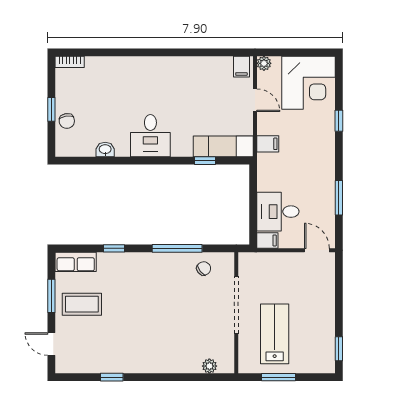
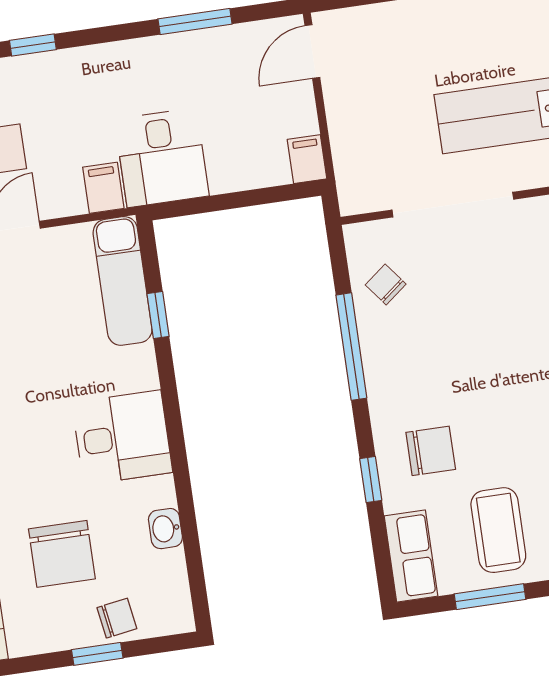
chair: (100, 100) -> (62, 554), added
desk: (278, 212) -> (162, 158), moved
chair: (123, 278) -> (431, 451), added

